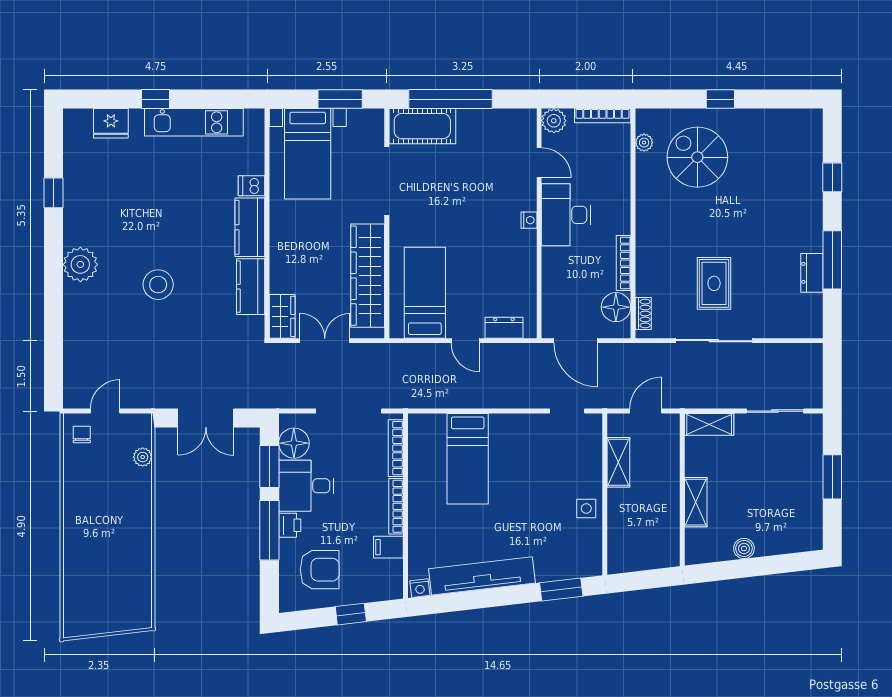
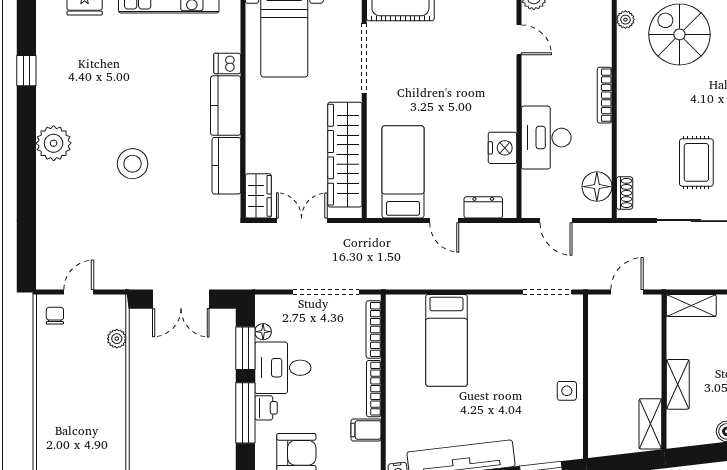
desk: (566, 215) -> (546, 138), moved
nightstand: (529, 220) -> (502, 148), moved, width x1.89, depth x1.79
bookcase: (624, 263) -> (605, 95), moved
door: (576, 341) -> (556, 221), width x0.73
doorway: (567, 411) -> (547, 292), width x1.38
floor lamp: (294, 443) -> (263, 332), width x0.53, depth x0.53
shelving: (618, 462) -> (650, 424), moved

